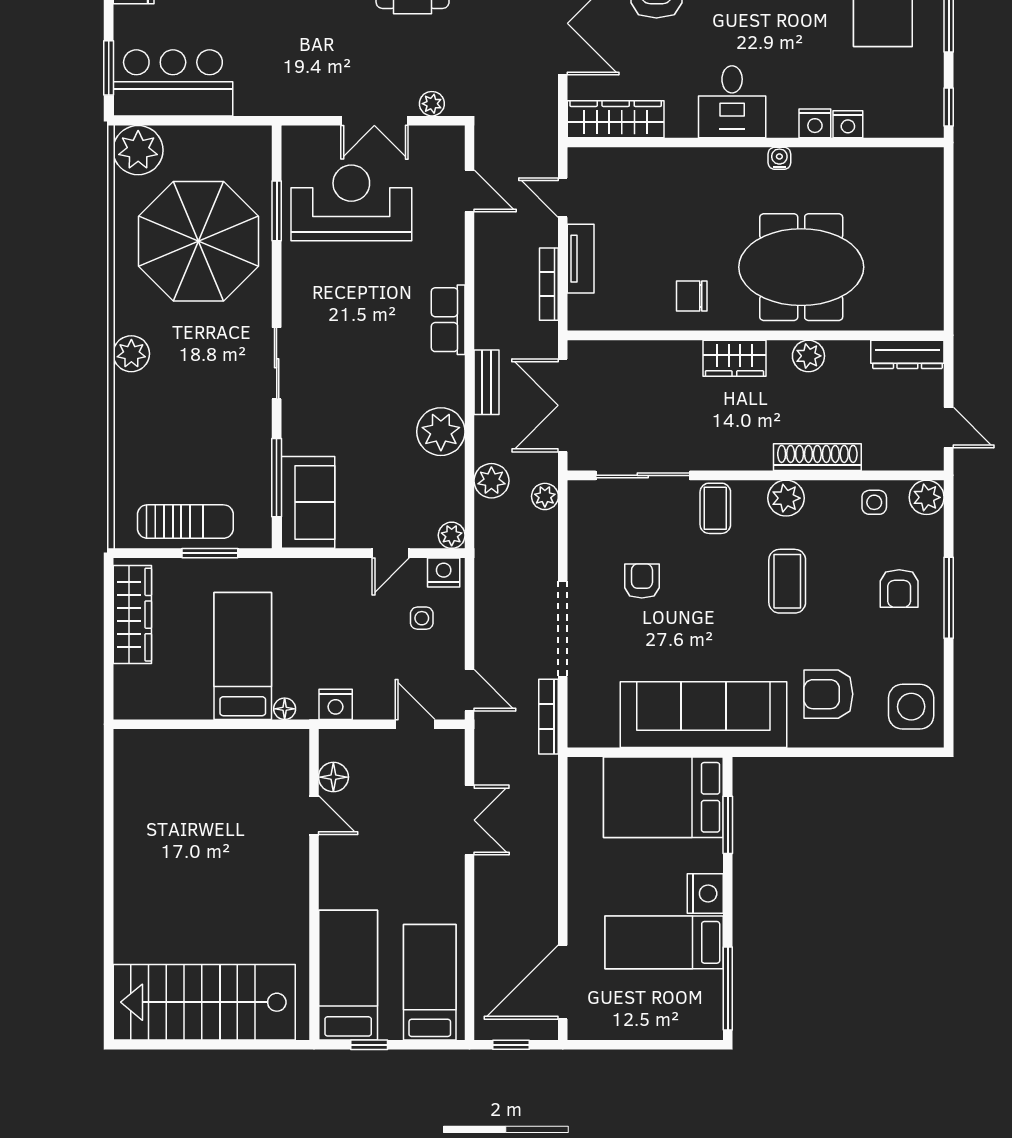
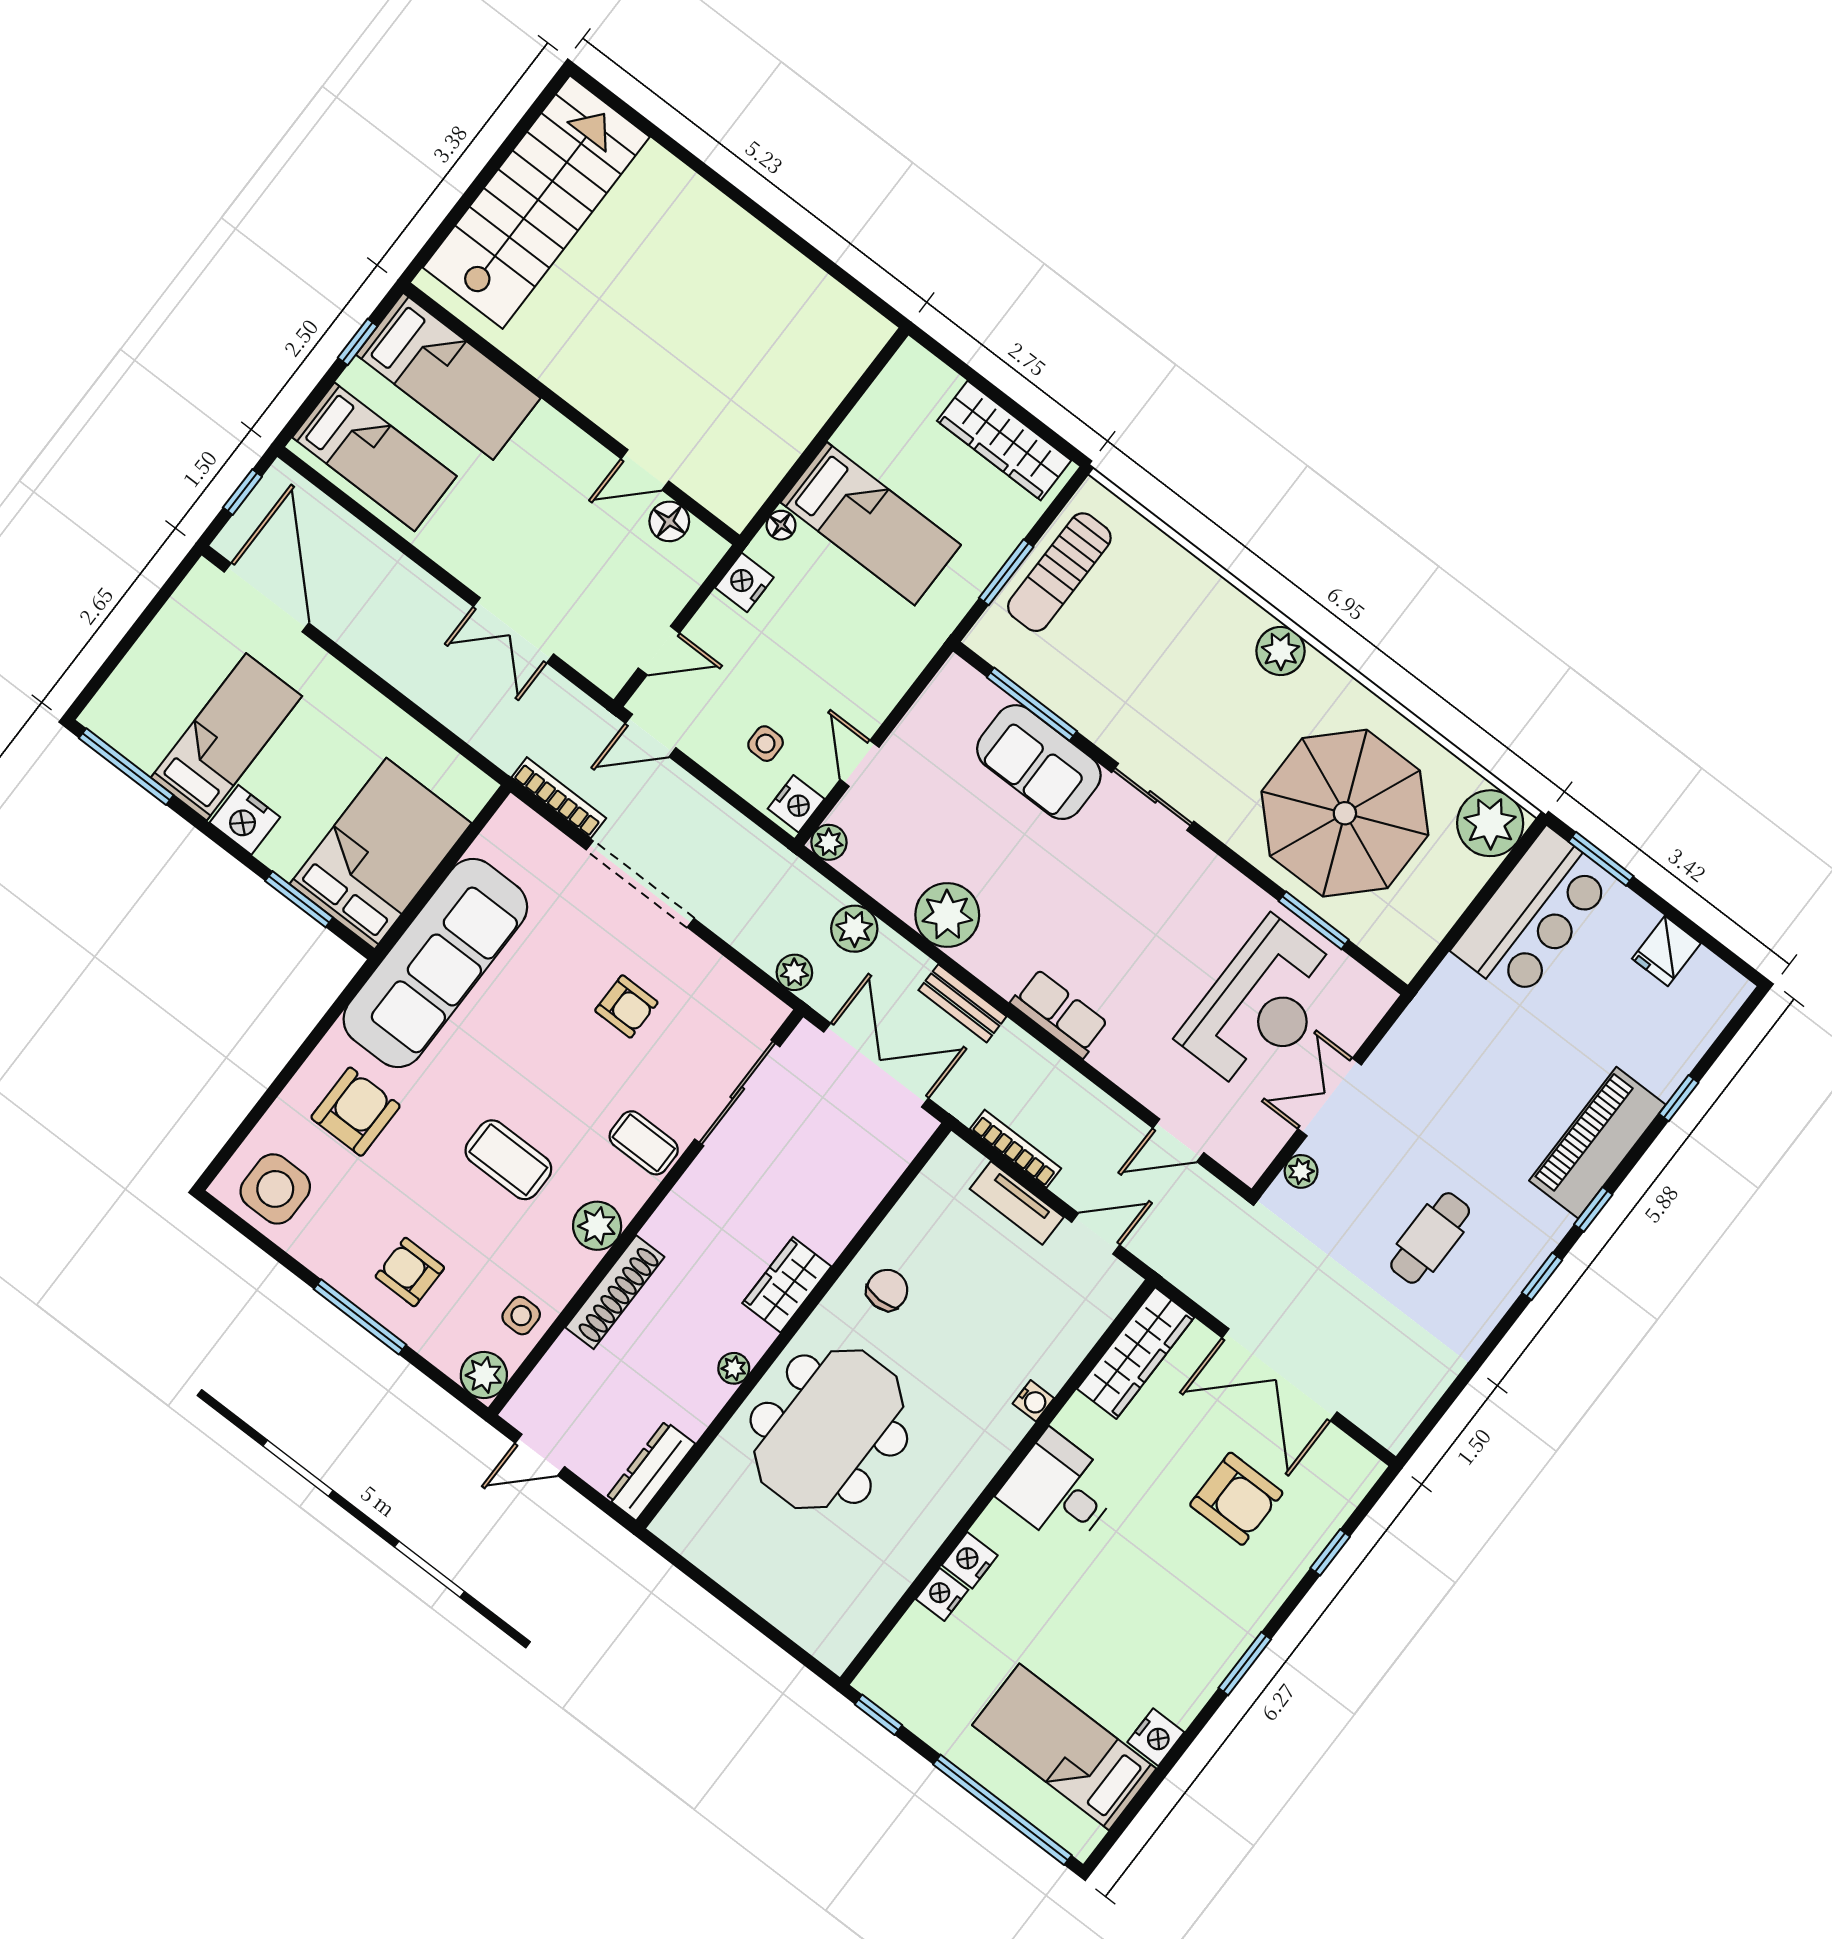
water cooler: (779, 158) -> (1033, 1401), moved
plant: (808, 356) -> (734, 1368), width x0.73, depth x0.73
sofa: (308, 502) -> (1039, 762), moved

